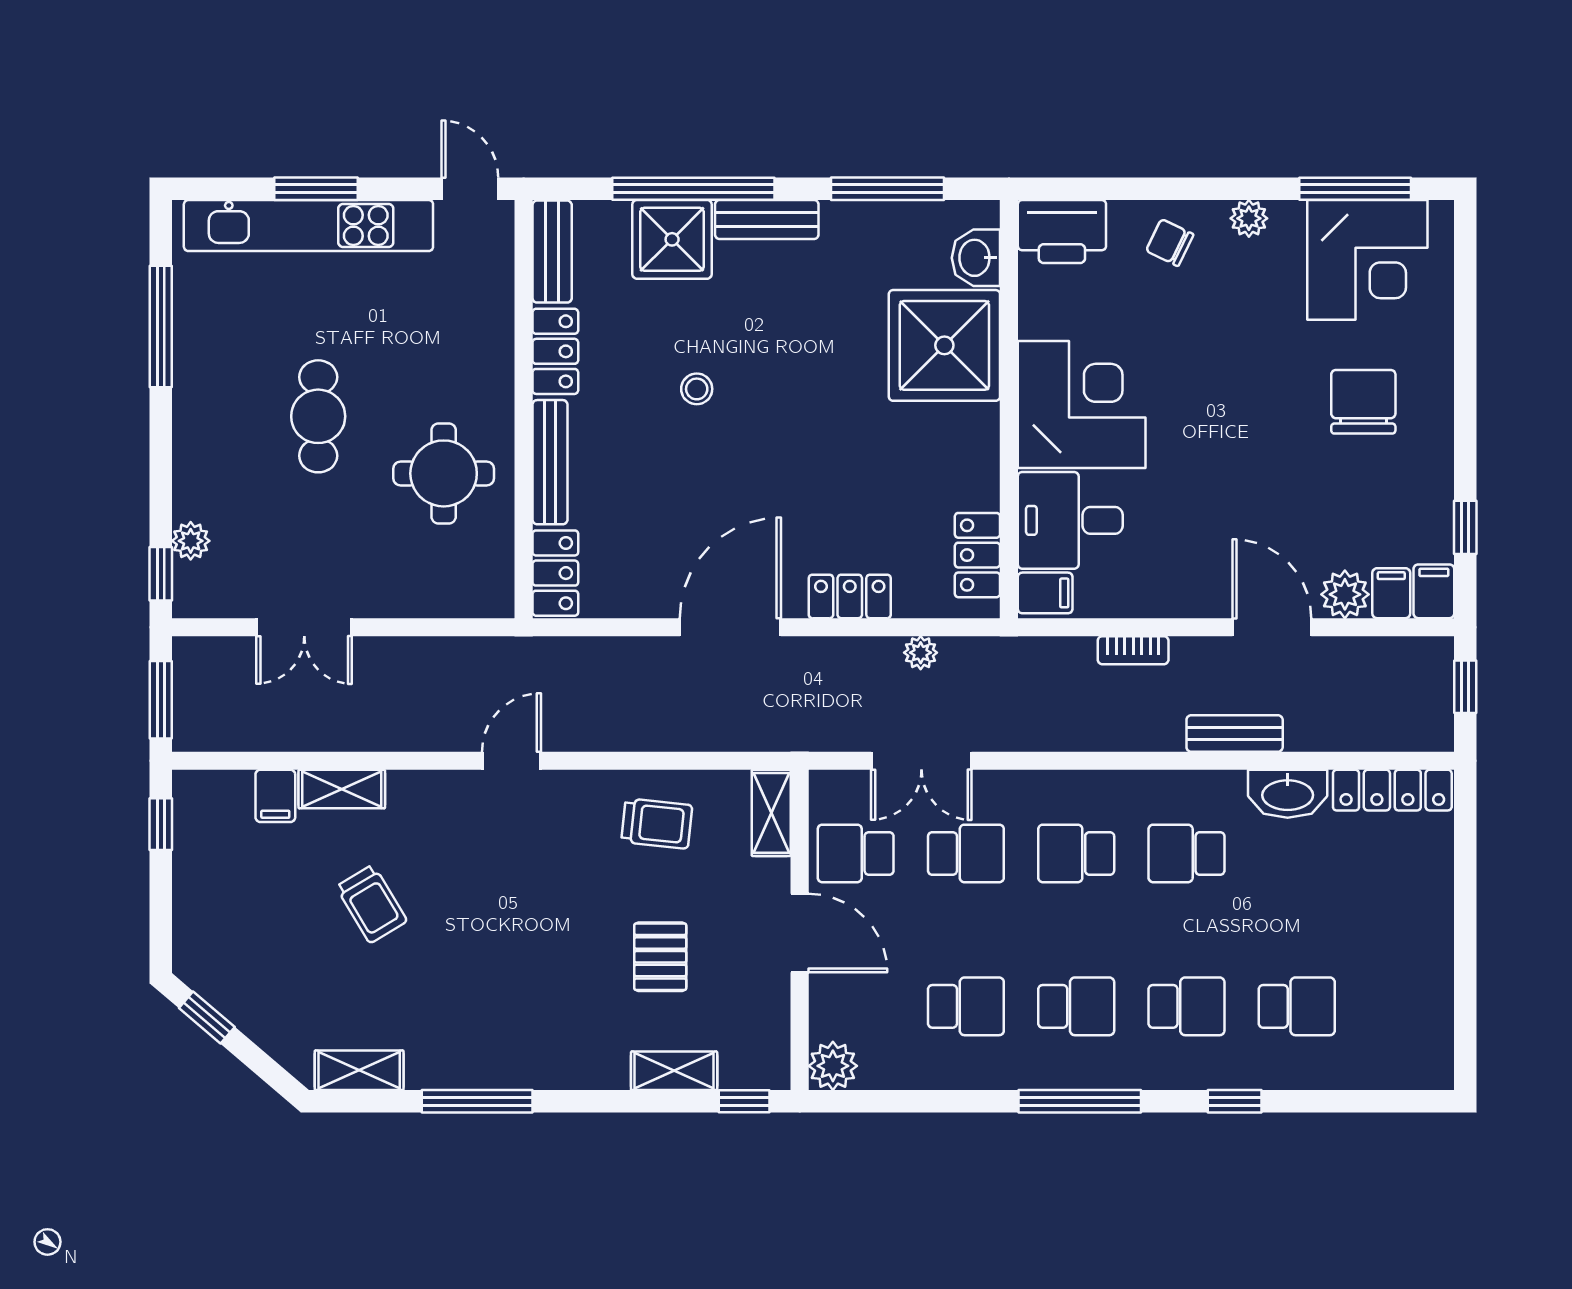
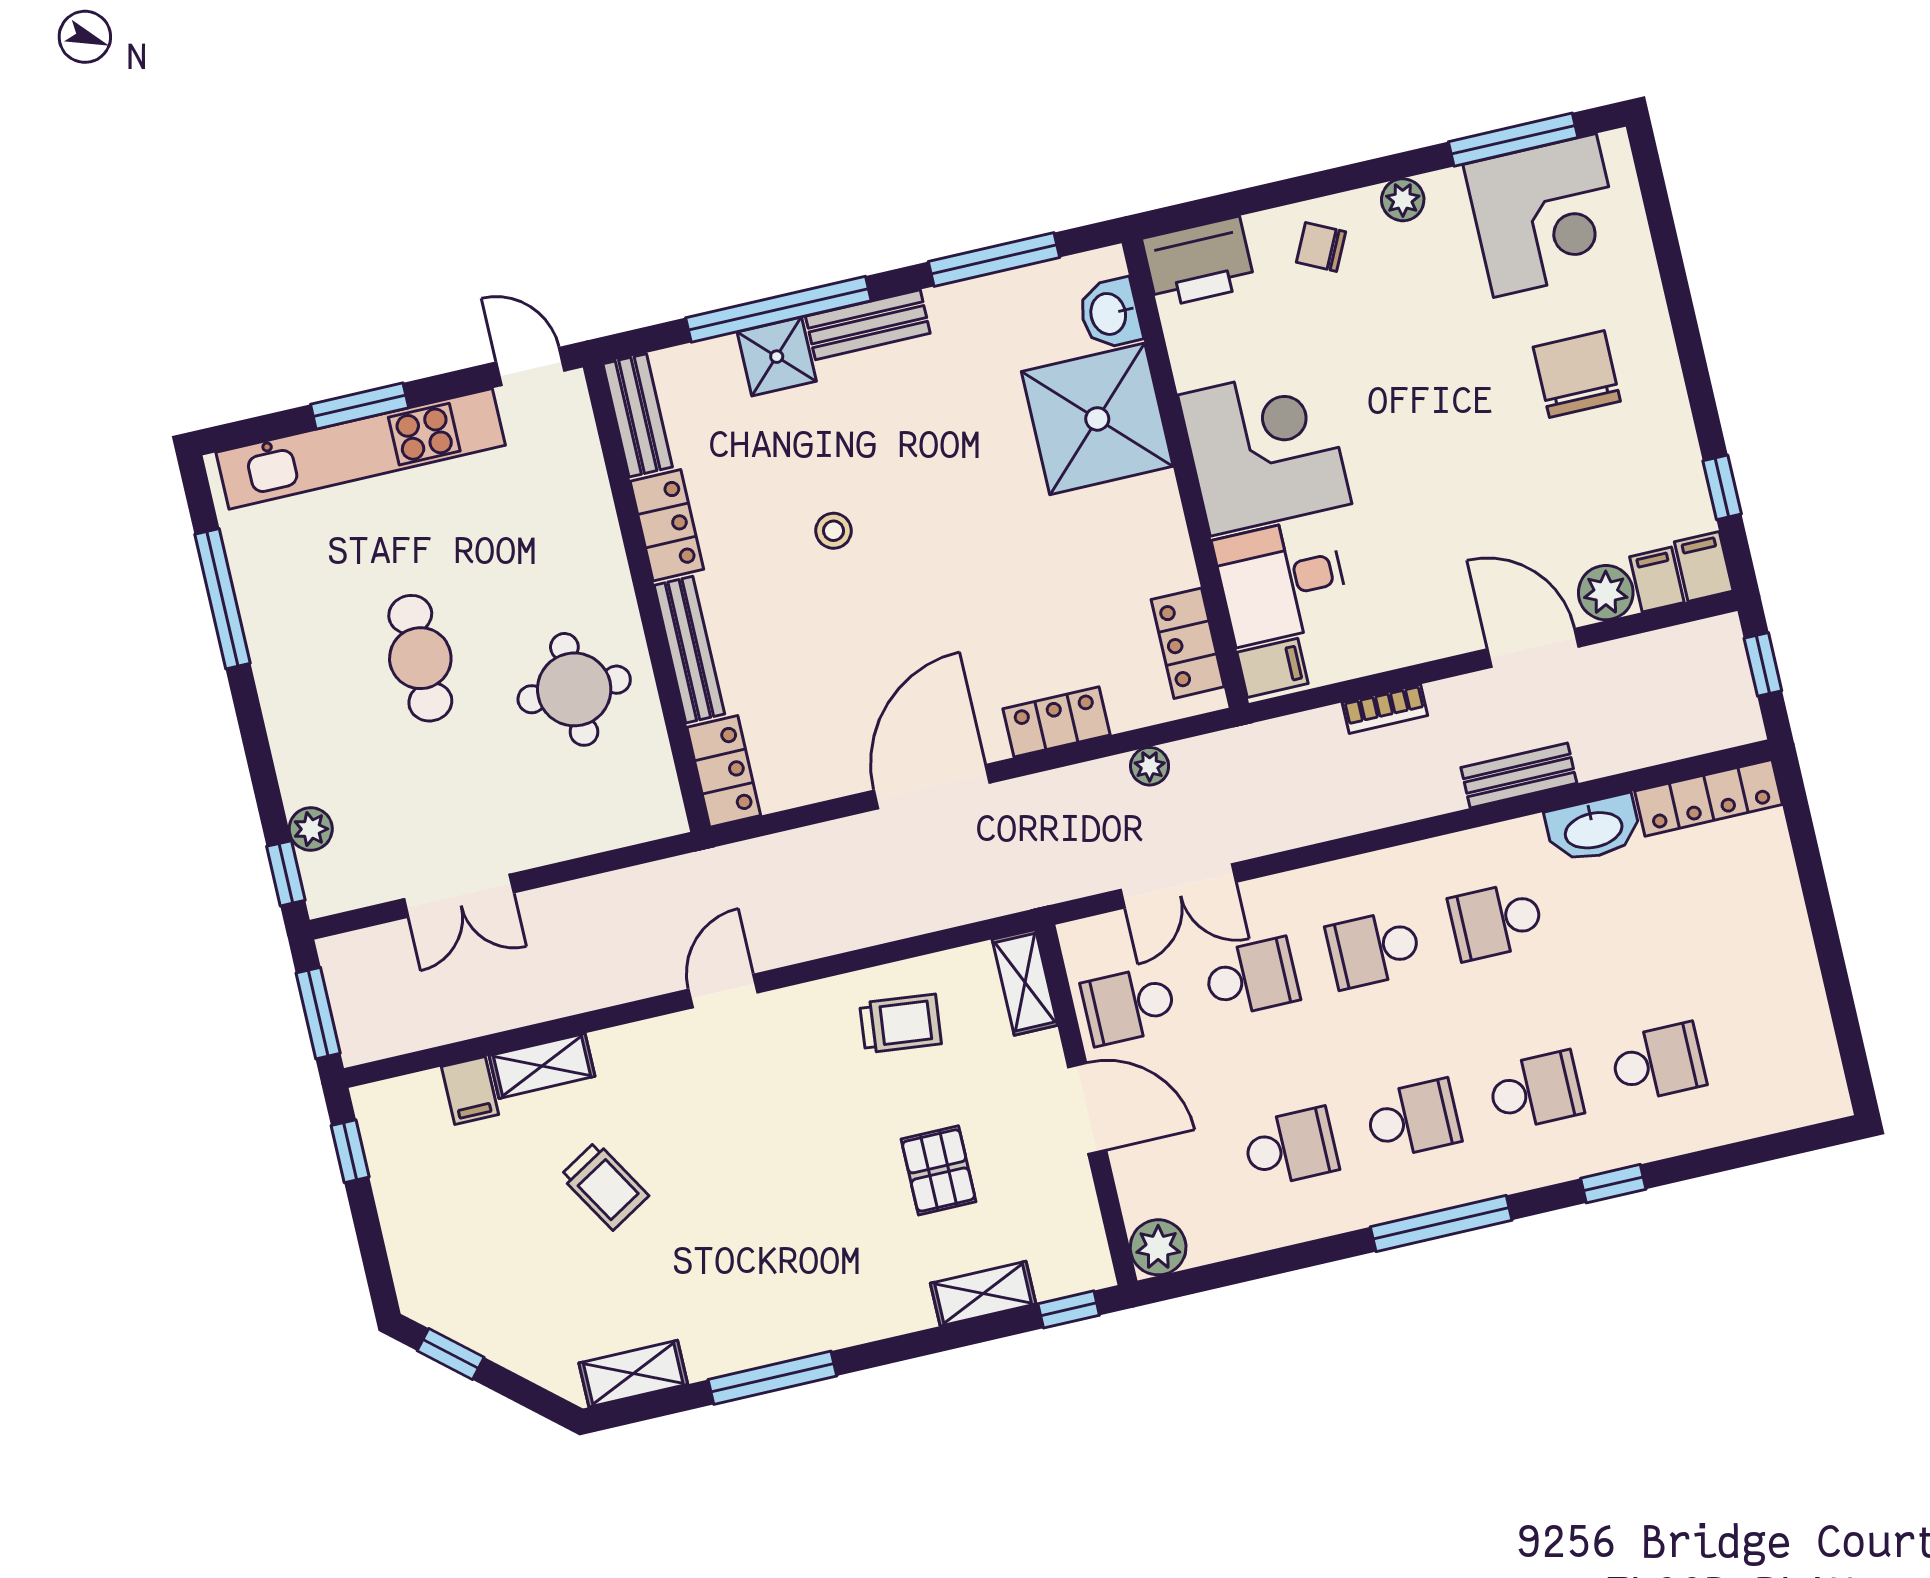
shower: (672, 239) -> (777, 357), width x0.73, depth x0.73

